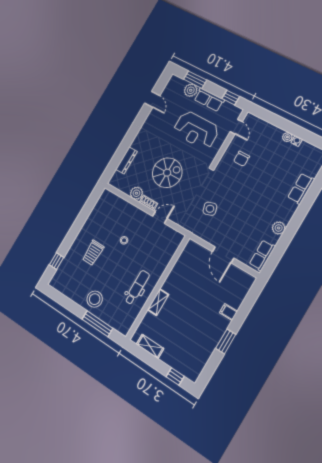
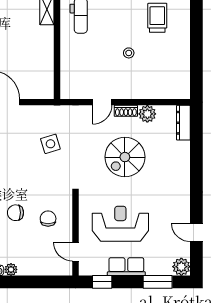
plant: (191, 90) -> (181, 267), moved
dresser: (126, 160) -> (183, 123), moved
chair: (261, 175) -> (15, 213), added

